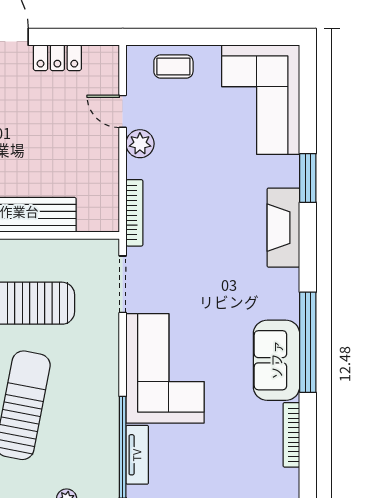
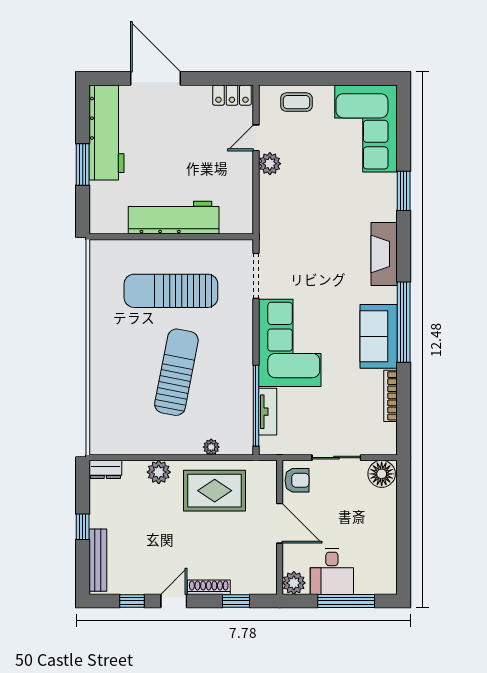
locker: (57, 58) -> (232, 95), moved
door: (123, 111) -> (256, 138), hinge flipped
bookcase: (134, 213) -> (265, 219), removed
fireplace: (283, 228) -> (384, 254), moved

